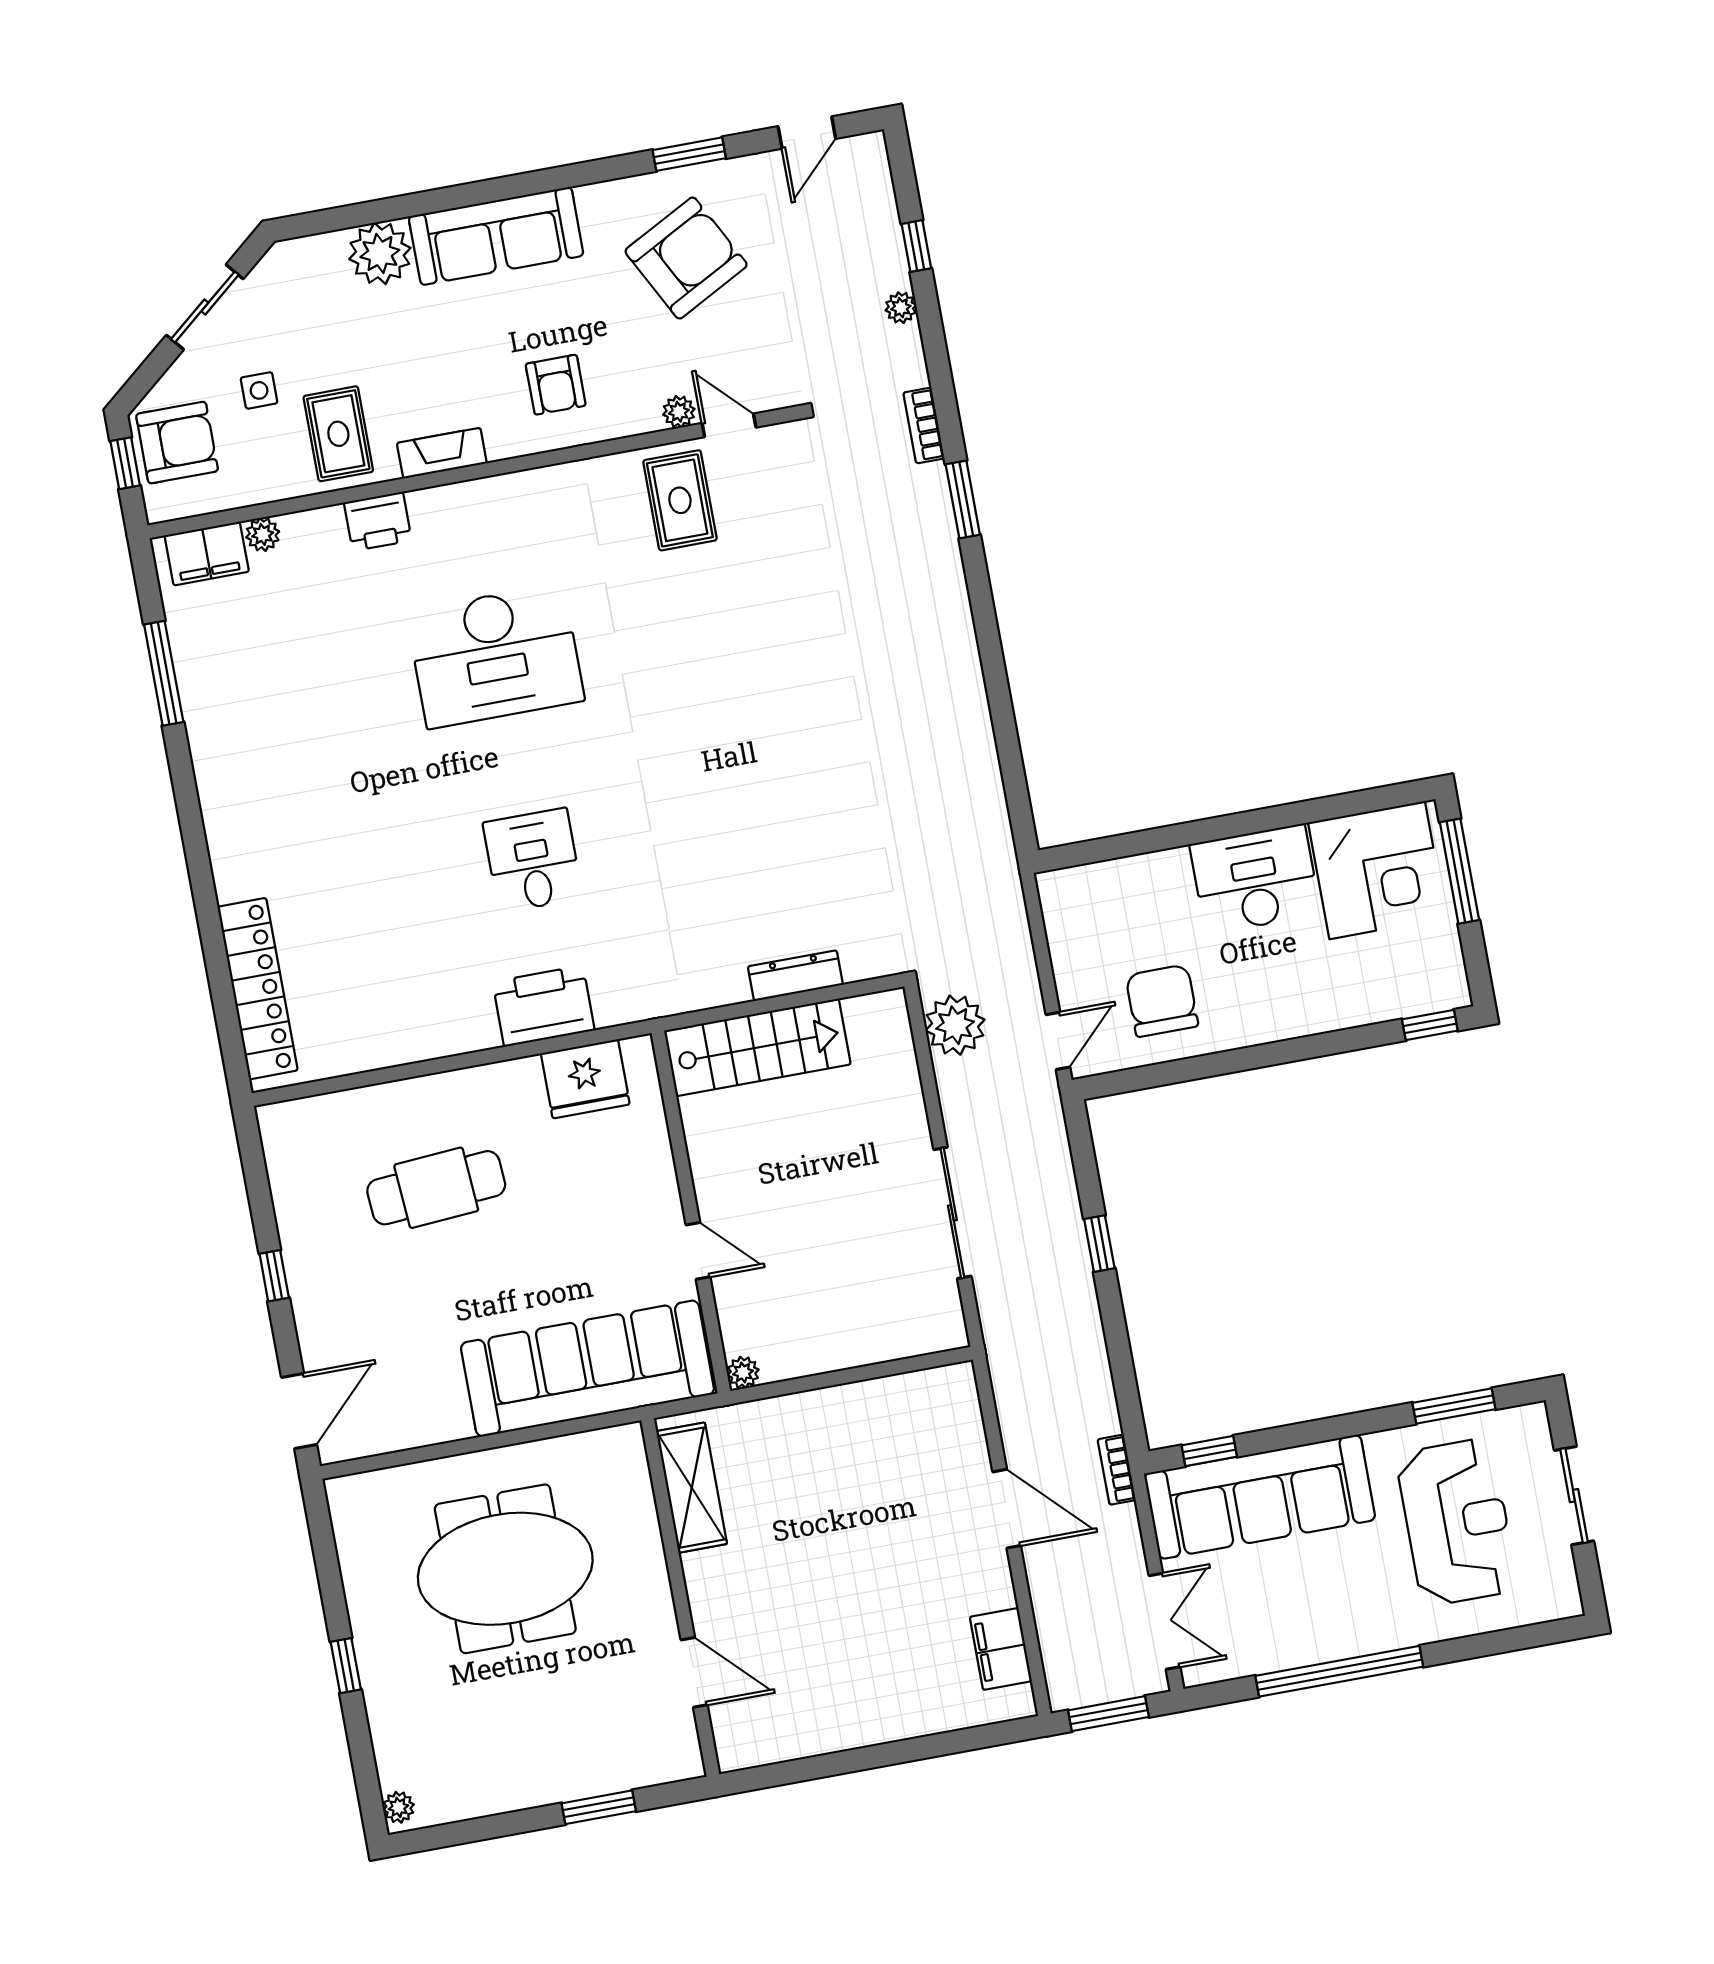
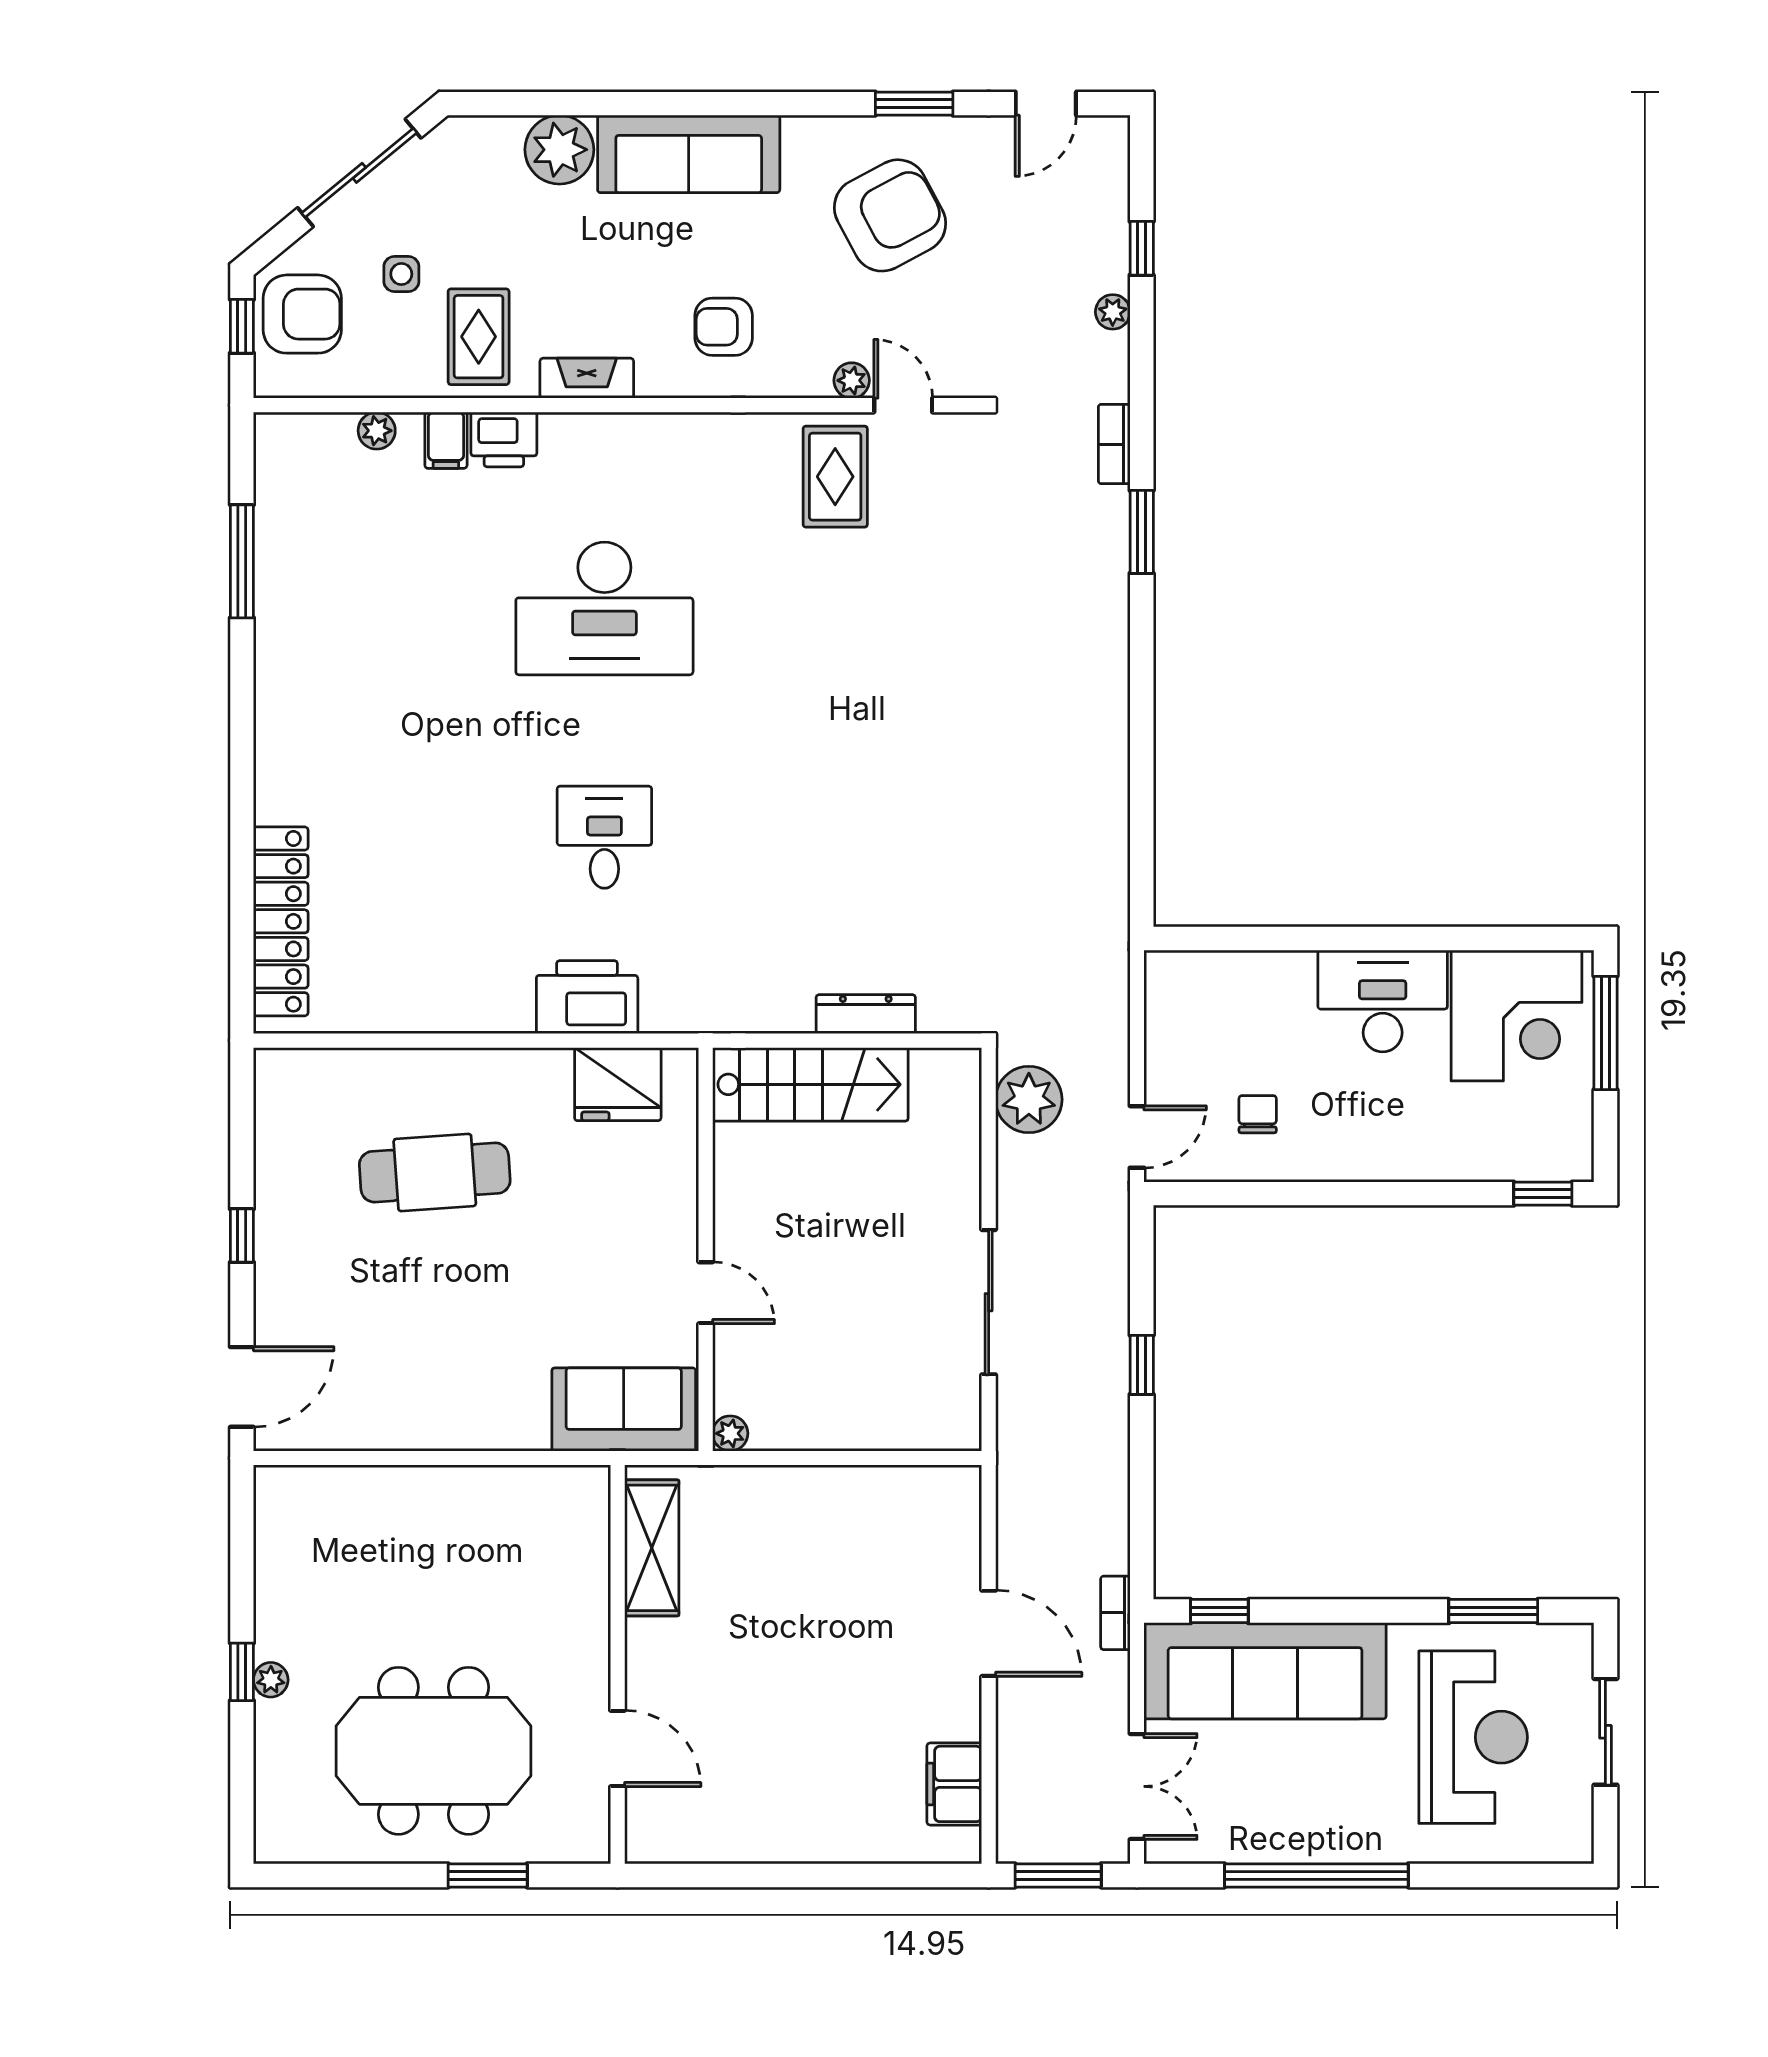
sliding door: (205, 307) -> (359, 173), width x1.37
armchair: (556, 385) -> (724, 327), turned 90
filing cabinet: (207, 554) -> (446, 440), moved, width x0.50
chair: (1162, 1001) -> (1258, 1114), width x0.54, depth x0.54
sofa: (587, 1368) -> (624, 1409), width x0.54, depth x0.79
meeting table: (505, 1569) -> (433, 1751), moved
plant: (398, 1807) -> (271, 1680), moved

